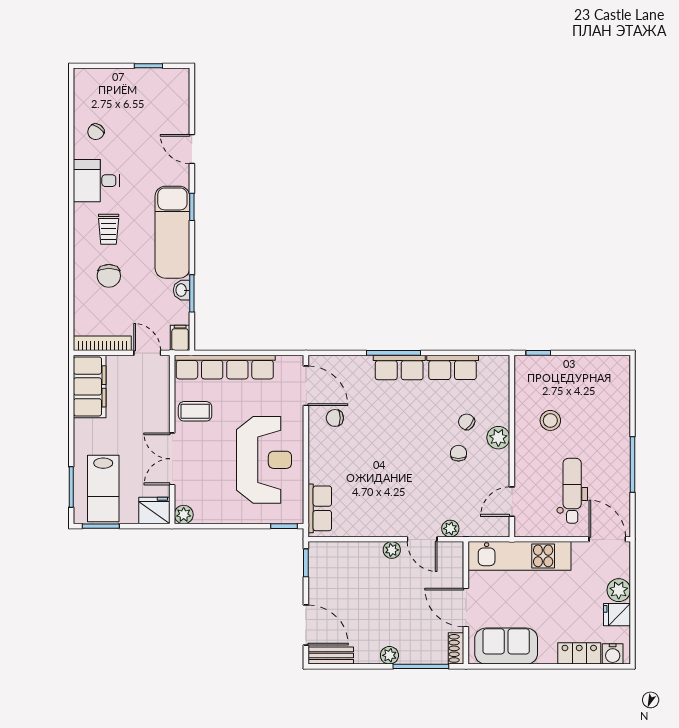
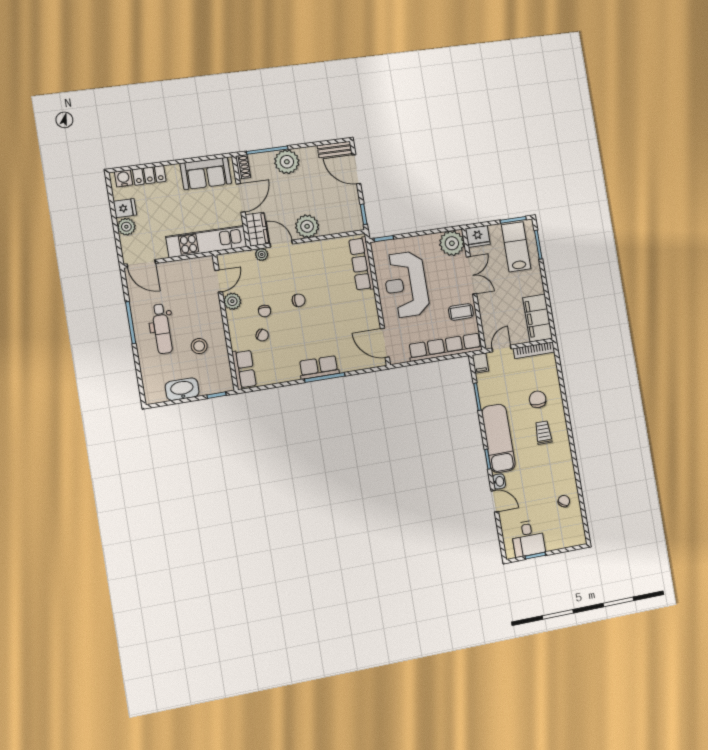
desk: (96, 181) -> (528, 538), moved, turned 90
washbasin: (182, 290) -> (499, 481), moved
door: (147, 353) -> (502, 349), swing flipped
row of seats: (453, 367) -> (244, 369), moved, turned 90
washbasin: (581, 368) -> (182, 389), added
chair: (335, 418) -> (299, 300), moved
plant: (498, 438) -> (232, 301), moved
dental chair: (572, 491) -> (162, 329), moved
row of seats: (320, 508) -> (361, 264), width x1.48
plant: (184, 515) -> (452, 243), width x1.88, depth x1.88
plant: (392, 550) -> (307, 226), width x1.88, depth x1.88
wardrobe: (451, 563) -> (257, 229), added
door: (466, 607) -> (241, 198), hinge flipped
plant: (389, 655) -> (287, 162), width x1.87, depth x1.87

